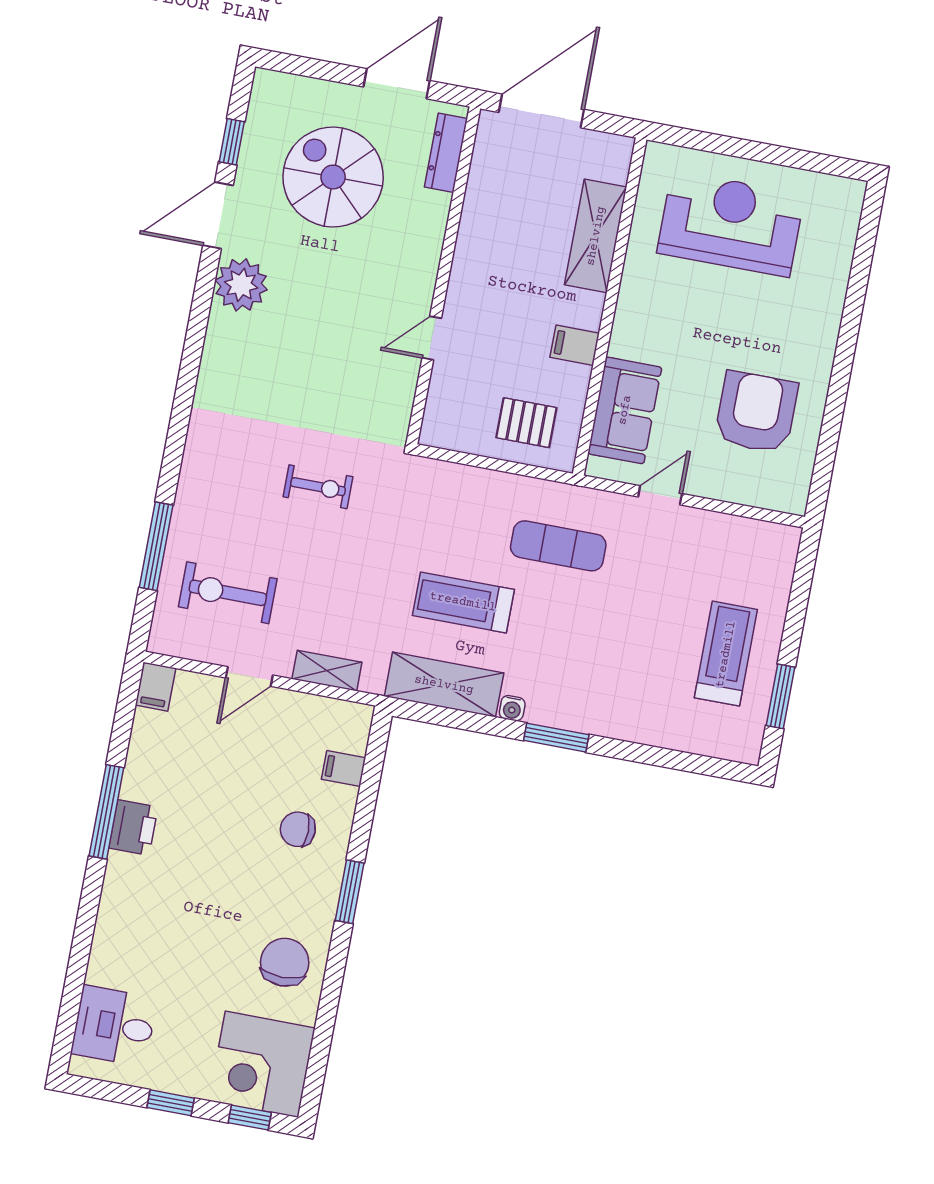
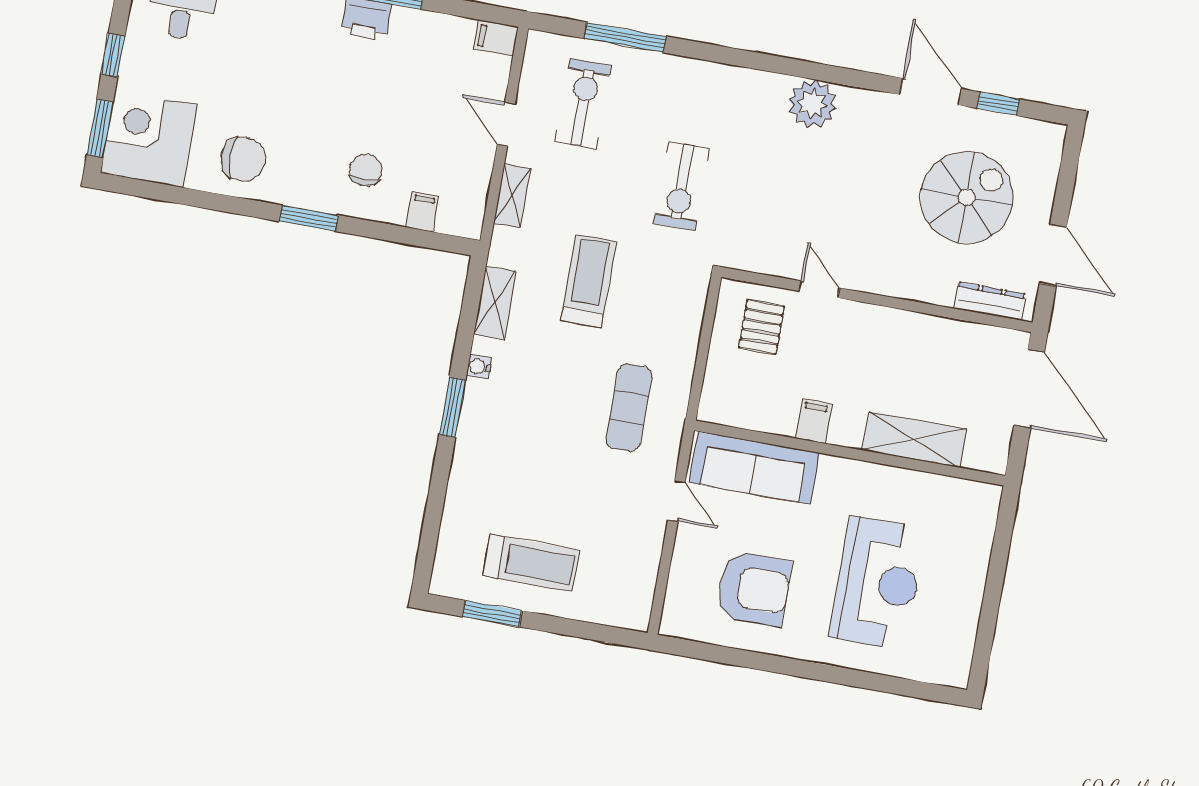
reception desk: (731, 224) -> (878, 583), moved
plant: (241, 285) -> (812, 104), moved
sofa: (625, 410) -> (754, 468), width x1.36
pallet: (526, 423) -> (762, 327), moved
exercise bike: (318, 487) -> (681, 186), width x1.38, depth x1.39
treadmill: (463, 602) -> (589, 281), moved
shelving: (444, 685) -> (495, 303), width x0.67, depth x0.75
window: (250, 1118) -> (100, 128), width x1.50

